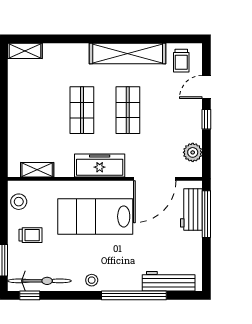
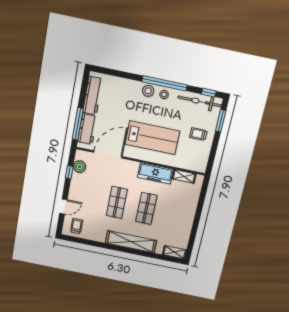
shelving: (128, 53) -> (131, 242), moved
window: (206, 119) -> (69, 172), moved
freezer: (100, 166) -> (155, 173), moved
stool: (19, 202) -> (148, 91), moved
workbench: (169, 281) -> (93, 96), moved, turned -90
window: (134, 295) -> (164, 83), moved

